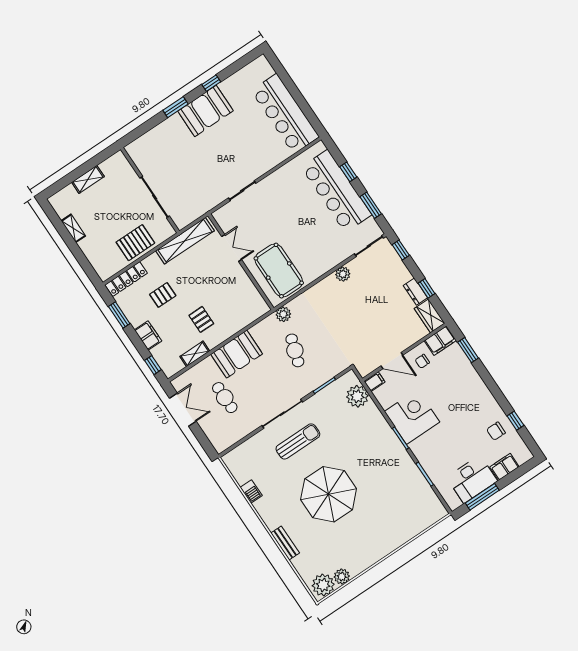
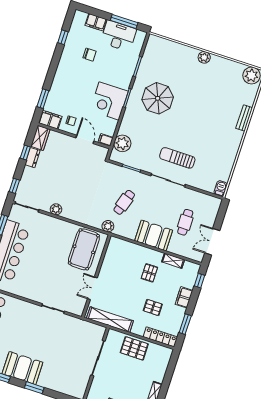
chair: (496, 431) -> (90, 55), moved
barbecue: (251, 491) -> (221, 189), moved
parasol: (329, 494) -> (158, 98), moved, width x0.73, depth x0.73
plant: (342, 577) -> (204, 57), moved

